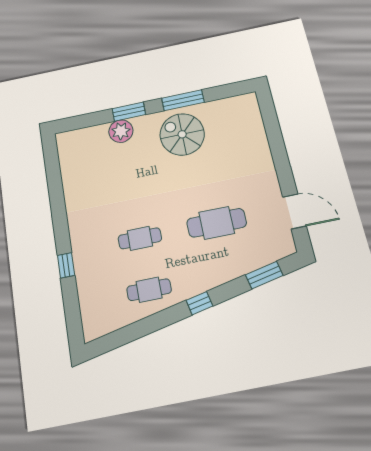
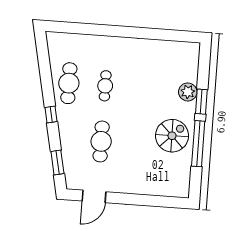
window: (183, 100) -> (198, 144), width x1.46
window: (66, 265) -> (101, 30), removed
cafe table: (149, 290) -> (69, 83), width x1.37, depth x1.35

